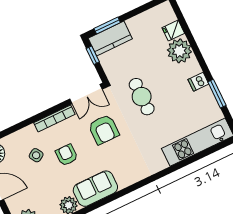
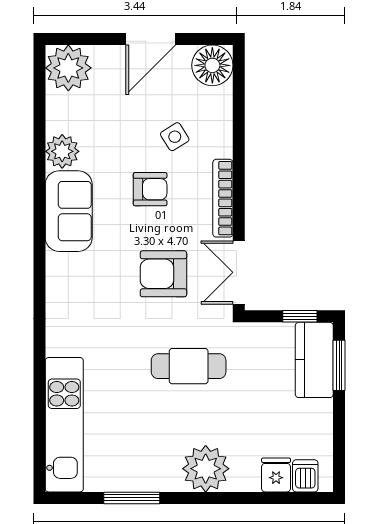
plant: (179, 51) -> (206, 469), moved
dishwasher: (198, 82) -> (305, 476), moved

